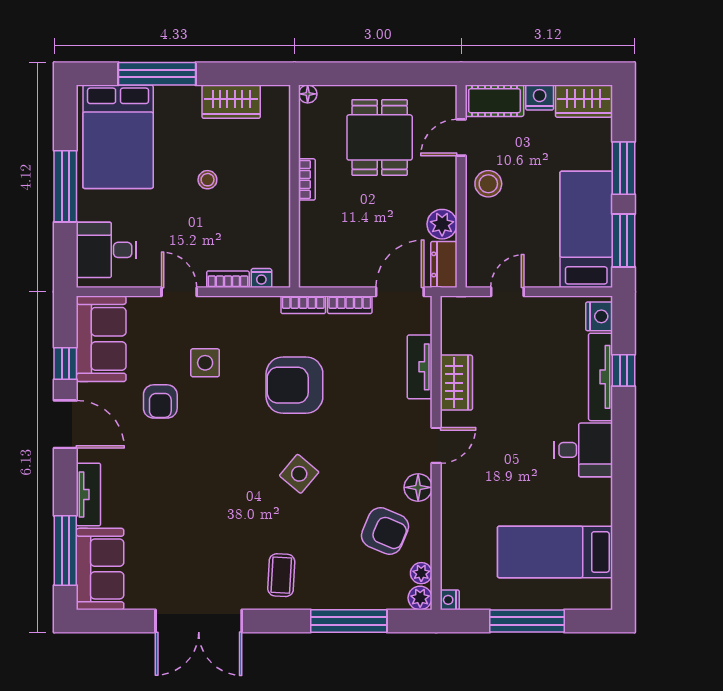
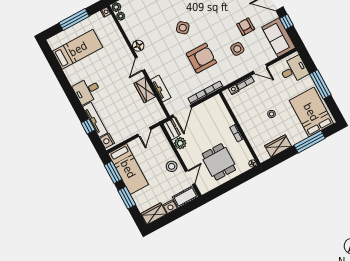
armchair: (385, 531) -> (142, 24), removed

